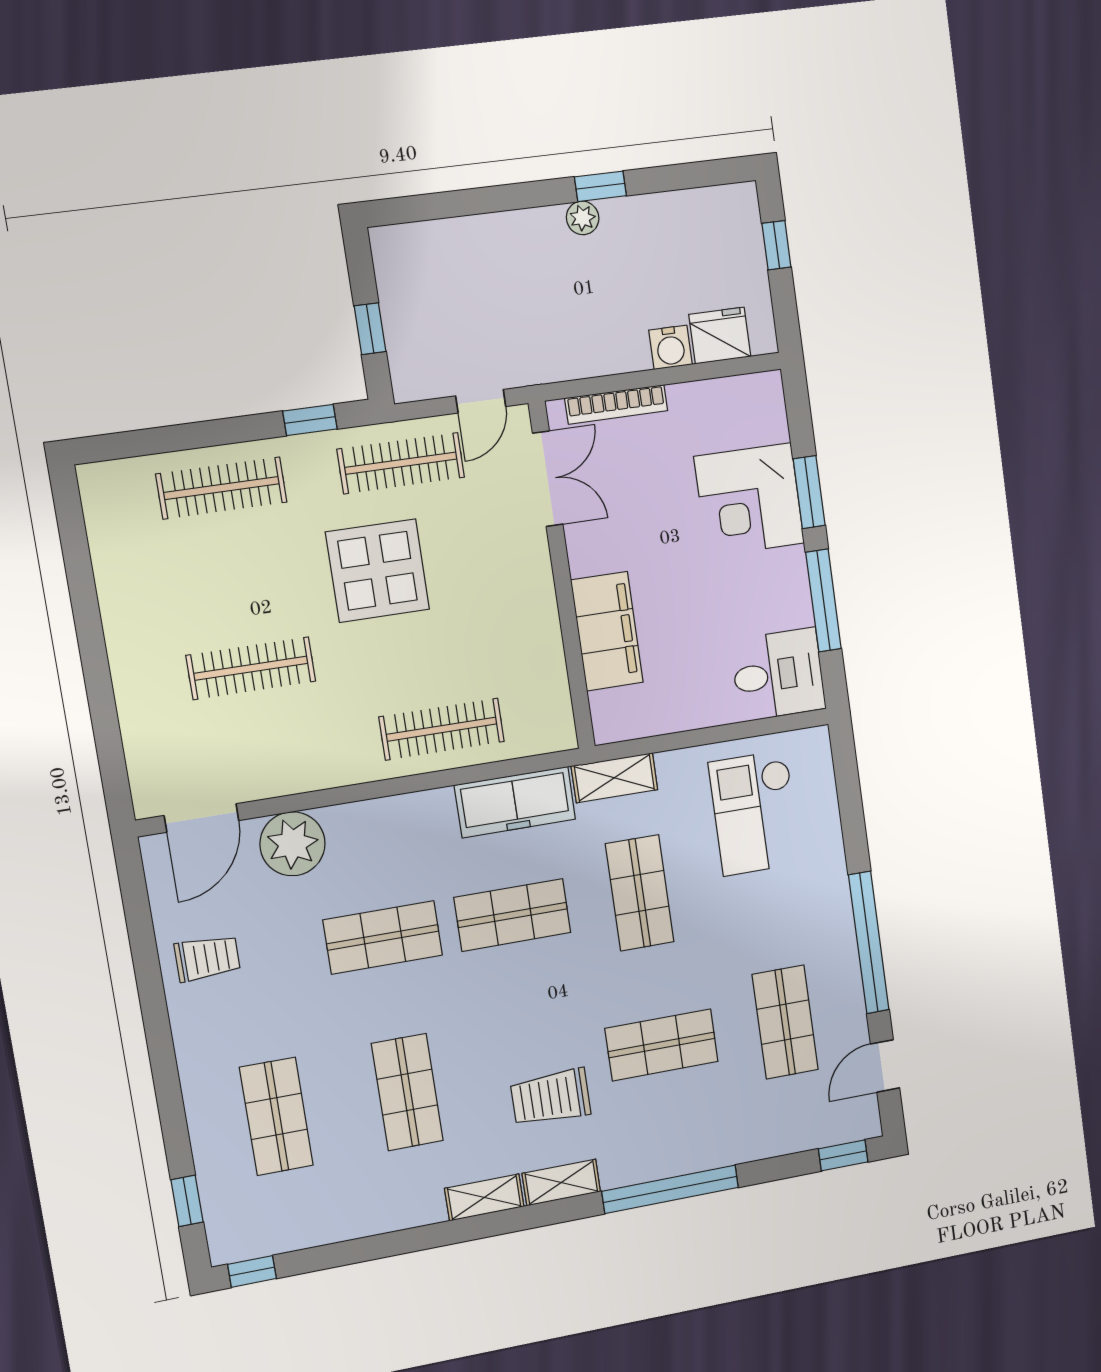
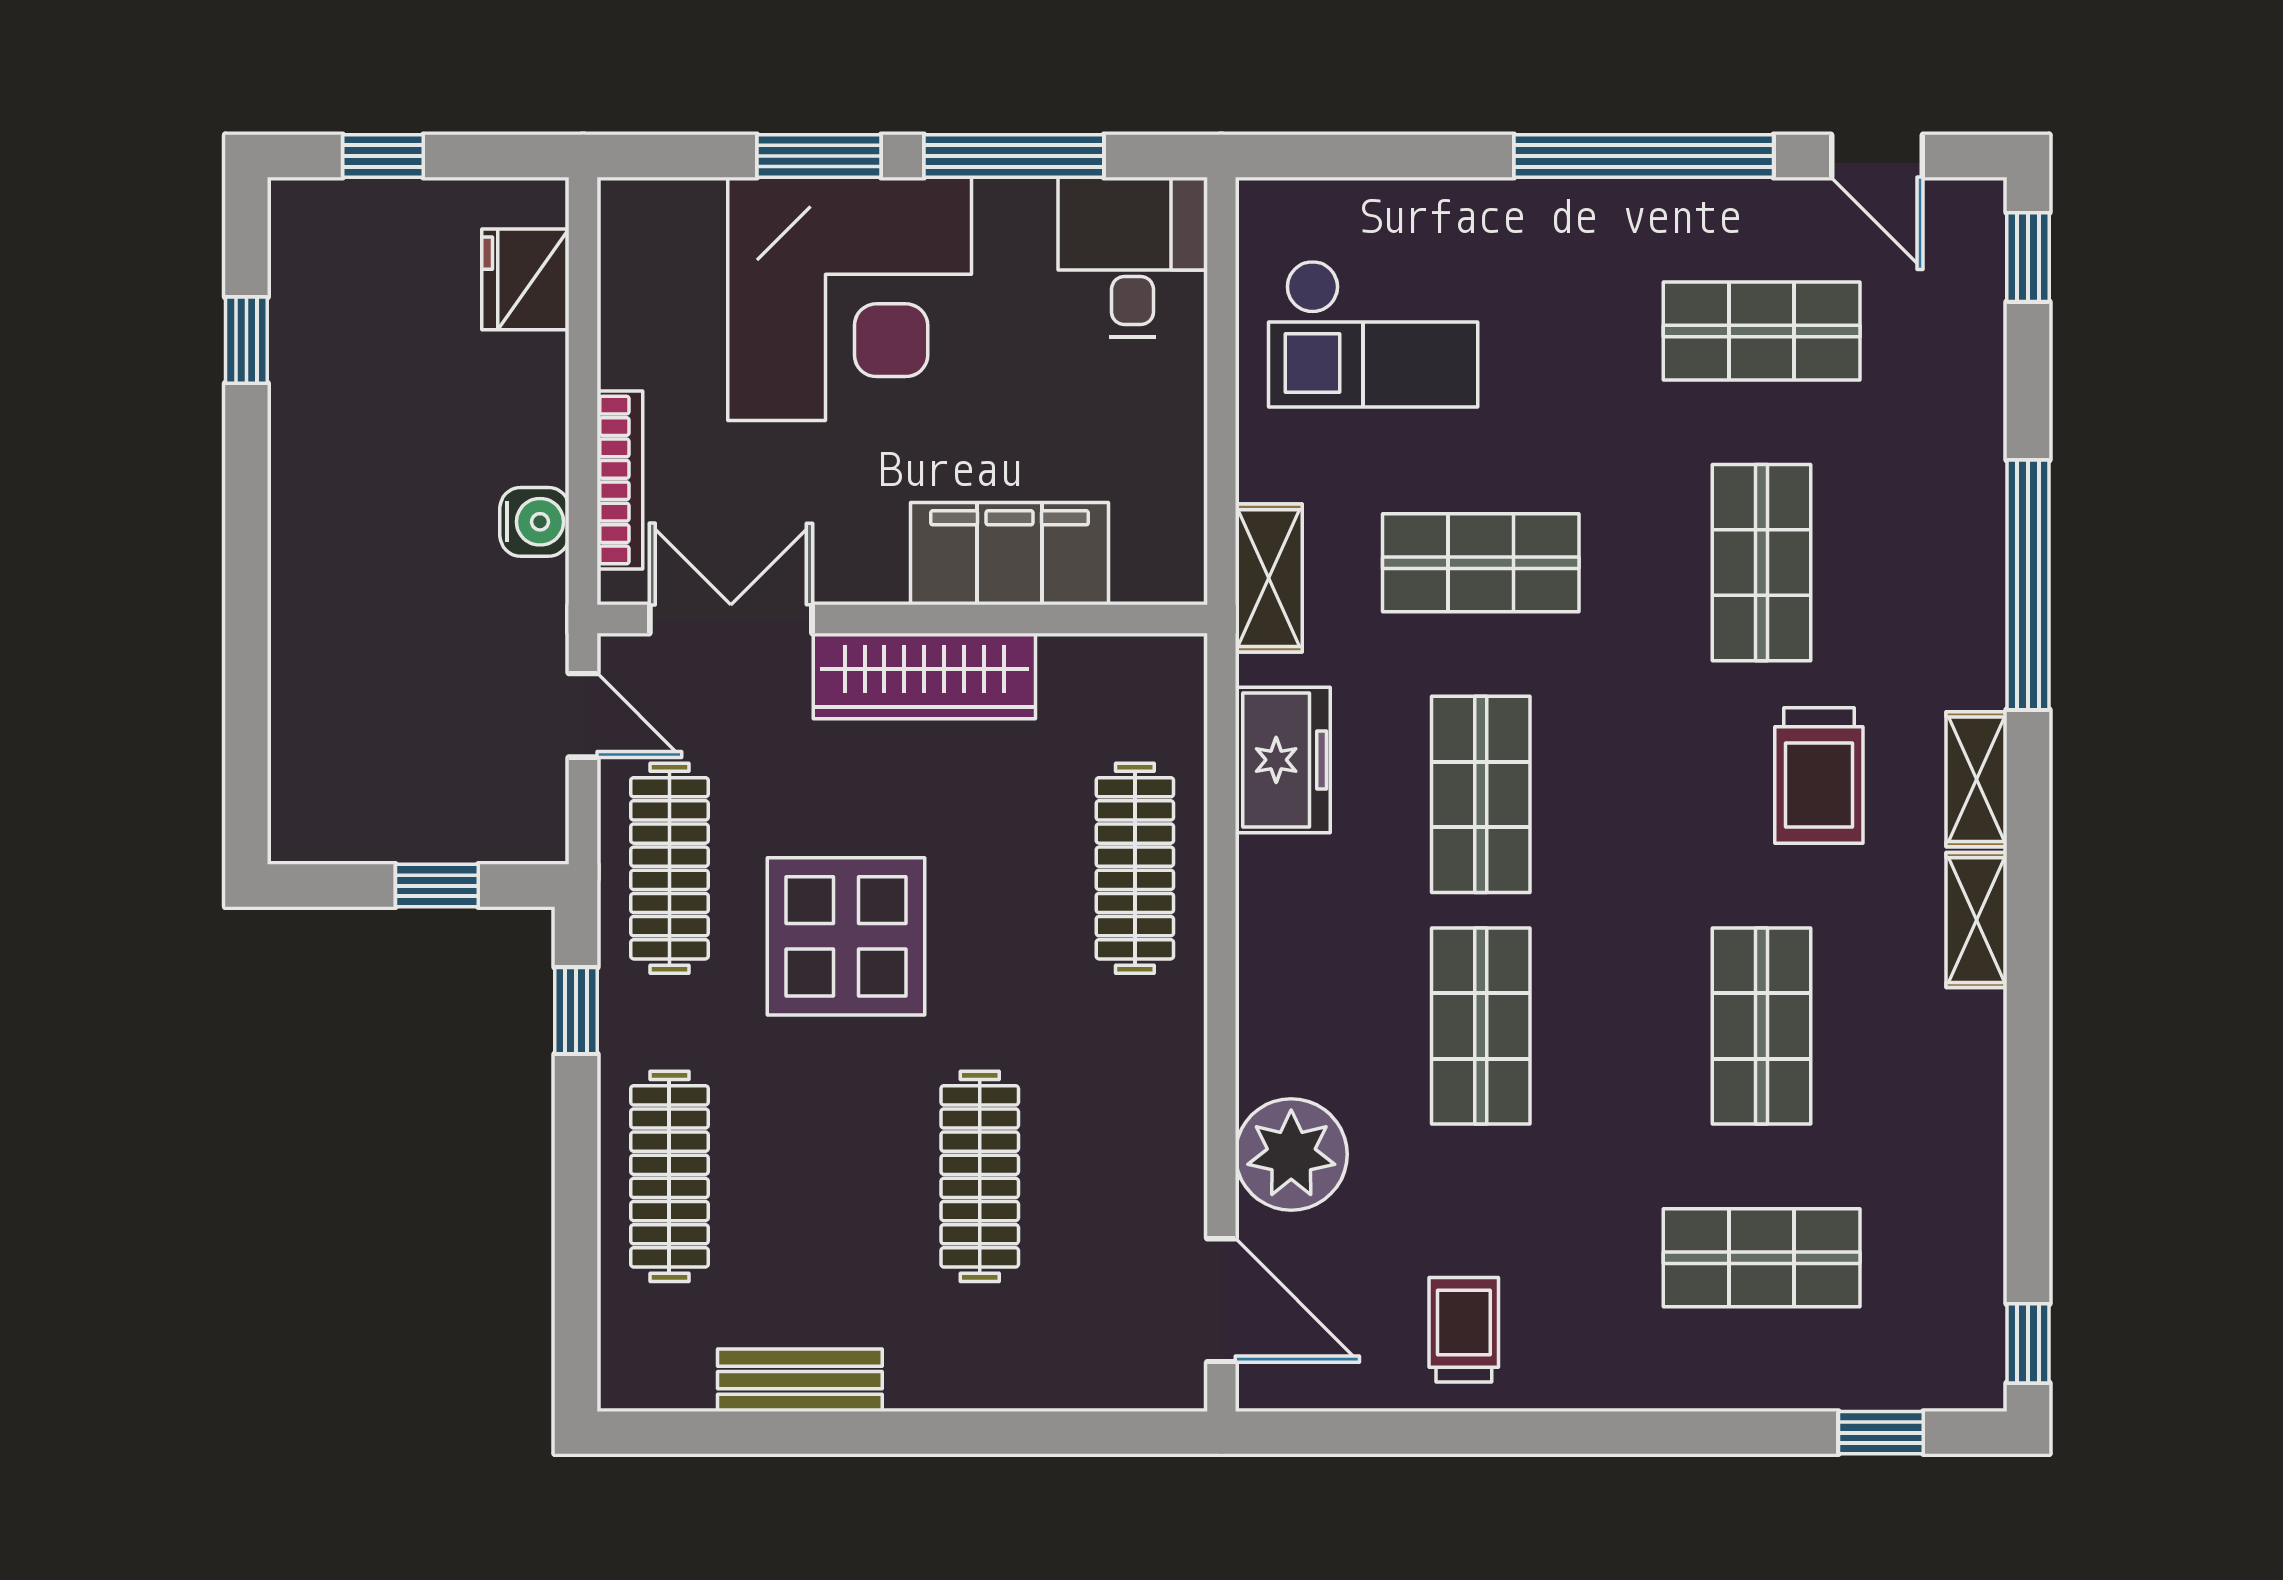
window: (600, 186) -> (246, 340), moved
plant: (583, 218) -> (296, 493), removed
water cooler: (670, 347) -> (534, 522), moved
corner desk: (749, 500) -> (850, 299), width x1.36, depth x1.36
bench: (113, 582) -> (800, 1380), added
wardrobe: (532, 594) -> (924, 676), added
freezer: (515, 802) -> (1283, 760), width x0.71
shop shelf: (407, 1092) -> (1762, 1026), turned 90

